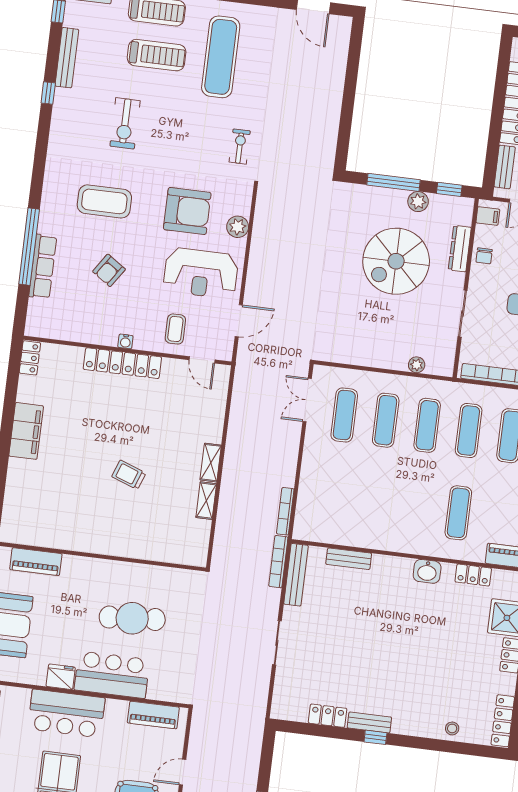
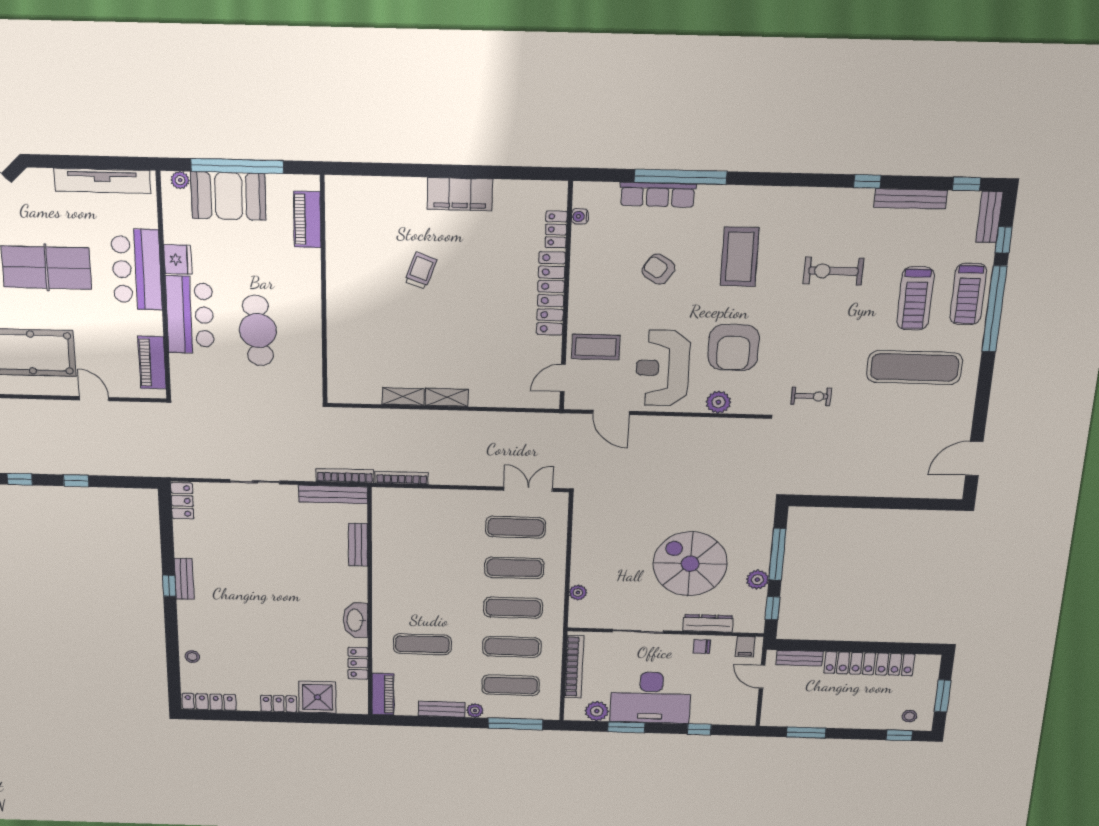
coffee table: (175, 329) -> (596, 347), width x1.36, depth x1.30
water cooler: (125, 341) -> (580, 216), moved
locker: (30, 358) -> (556, 229), moved, turned 90
trolley: (129, 475) -> (421, 271), moved
washbasin: (427, 571) -> (356, 620), width x1.38
locker: (328, 716) -> (182, 501), moved

